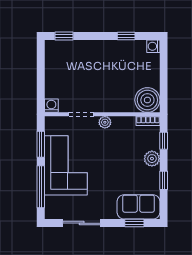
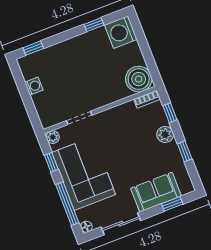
washing machine: (153, 46) -> (121, 32), width x1.89, depth x1.89
washing machine: (51, 106) -> (34, 86), moved, turned 90
plant: (105, 122) -> (53, 137), moved
window: (41, 144) -> (51, 162), width x0.67
sofa: (138, 207) -> (156, 192), moved
floor lamp: (50, 214) -> (86, 227), added

